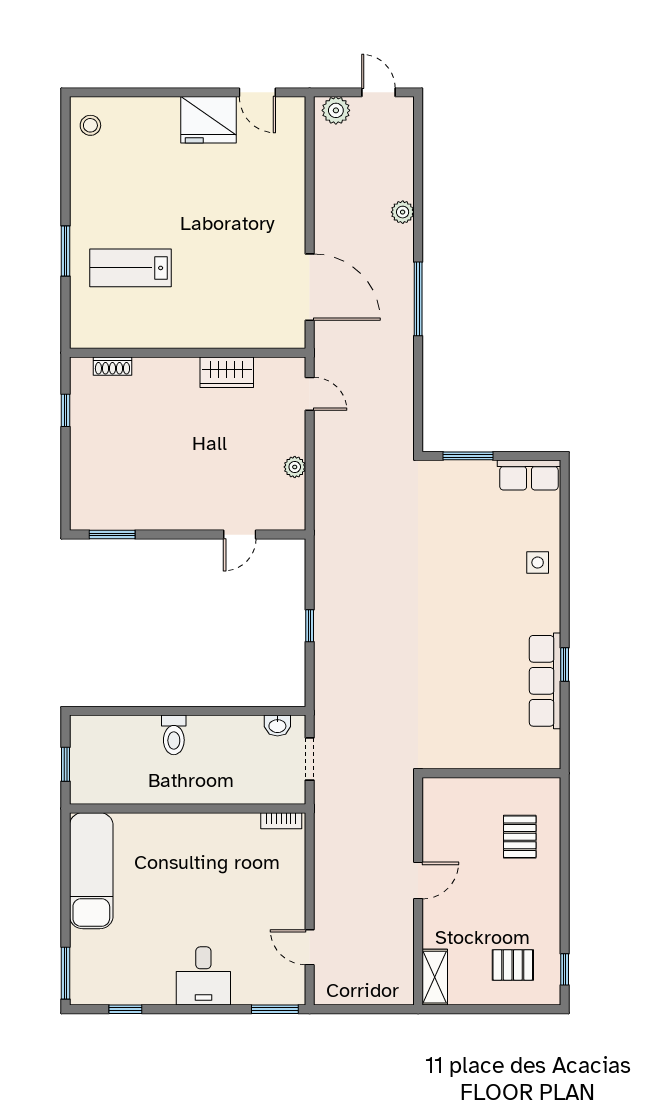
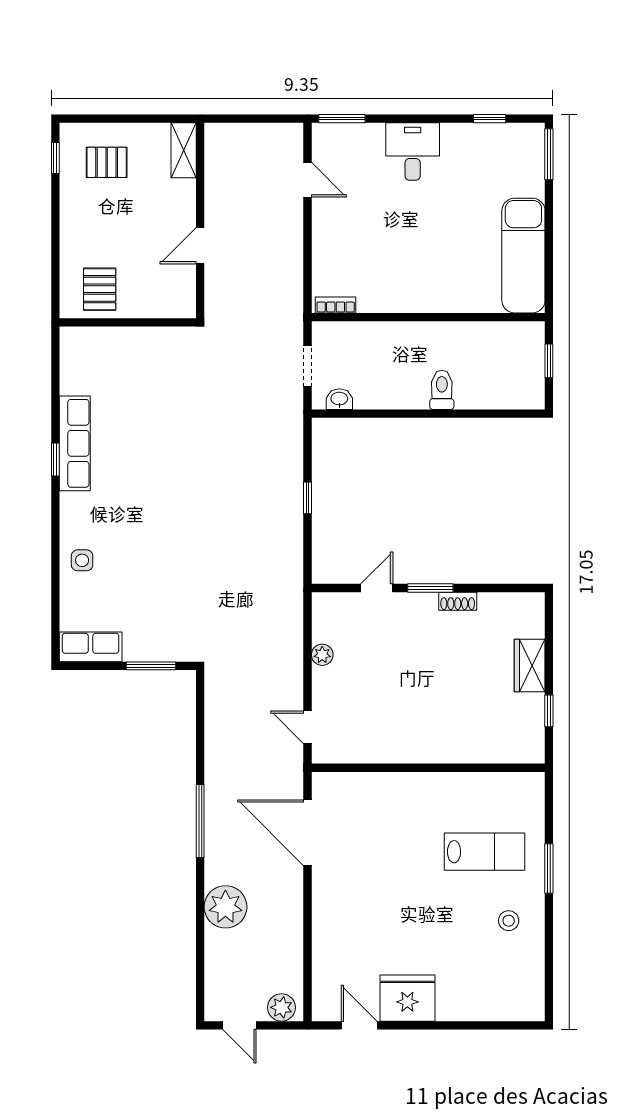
stool: (90, 125) -> (509, 921), moved
plant: (403, 212) -> (225, 907), width x1.87, depth x1.87
shoe rack: (112, 366) -> (458, 601), moved, turned 180
wardrobe: (227, 372) -> (530, 666), moved, turned -90
window: (112, 535) -> (430, 588), moved
wall: (491, 773) -> (128, 322), moved

